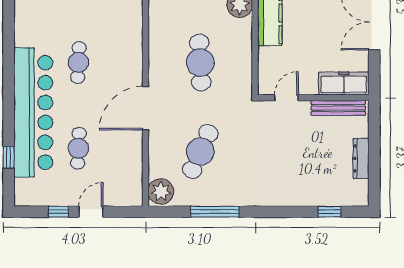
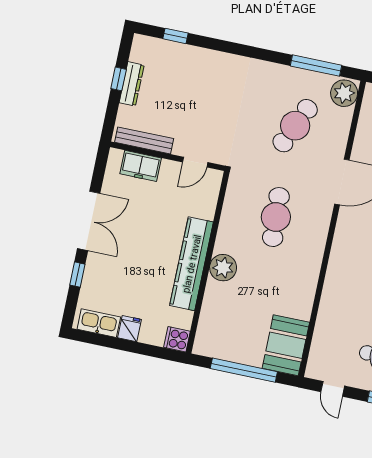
freezer: (344, 84) -> (141, 166), width x0.71
window: (374, 160) -> (119, 79), added
window: (215, 212) -> (316, 66), moved

